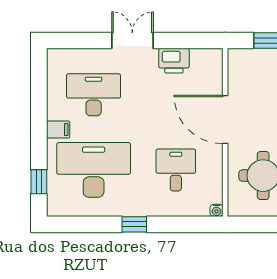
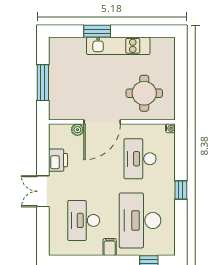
plant: (215, 87) -> (77, 130), added
desk: (176, 170) -> (140, 159), width x1.37

